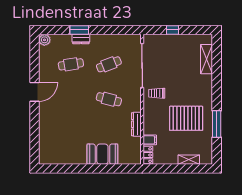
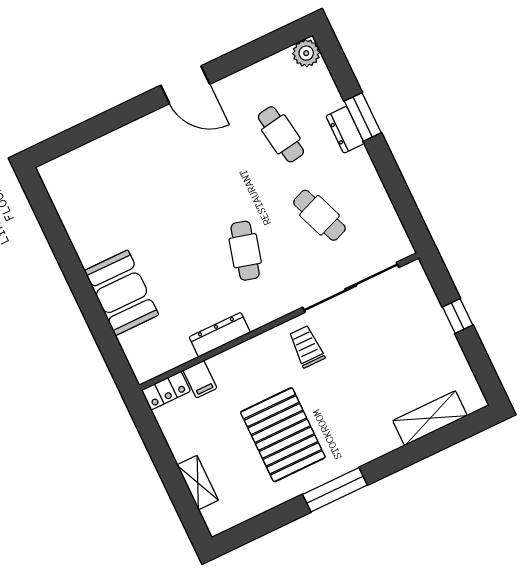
window: (217, 124) -> (335, 490), moved

